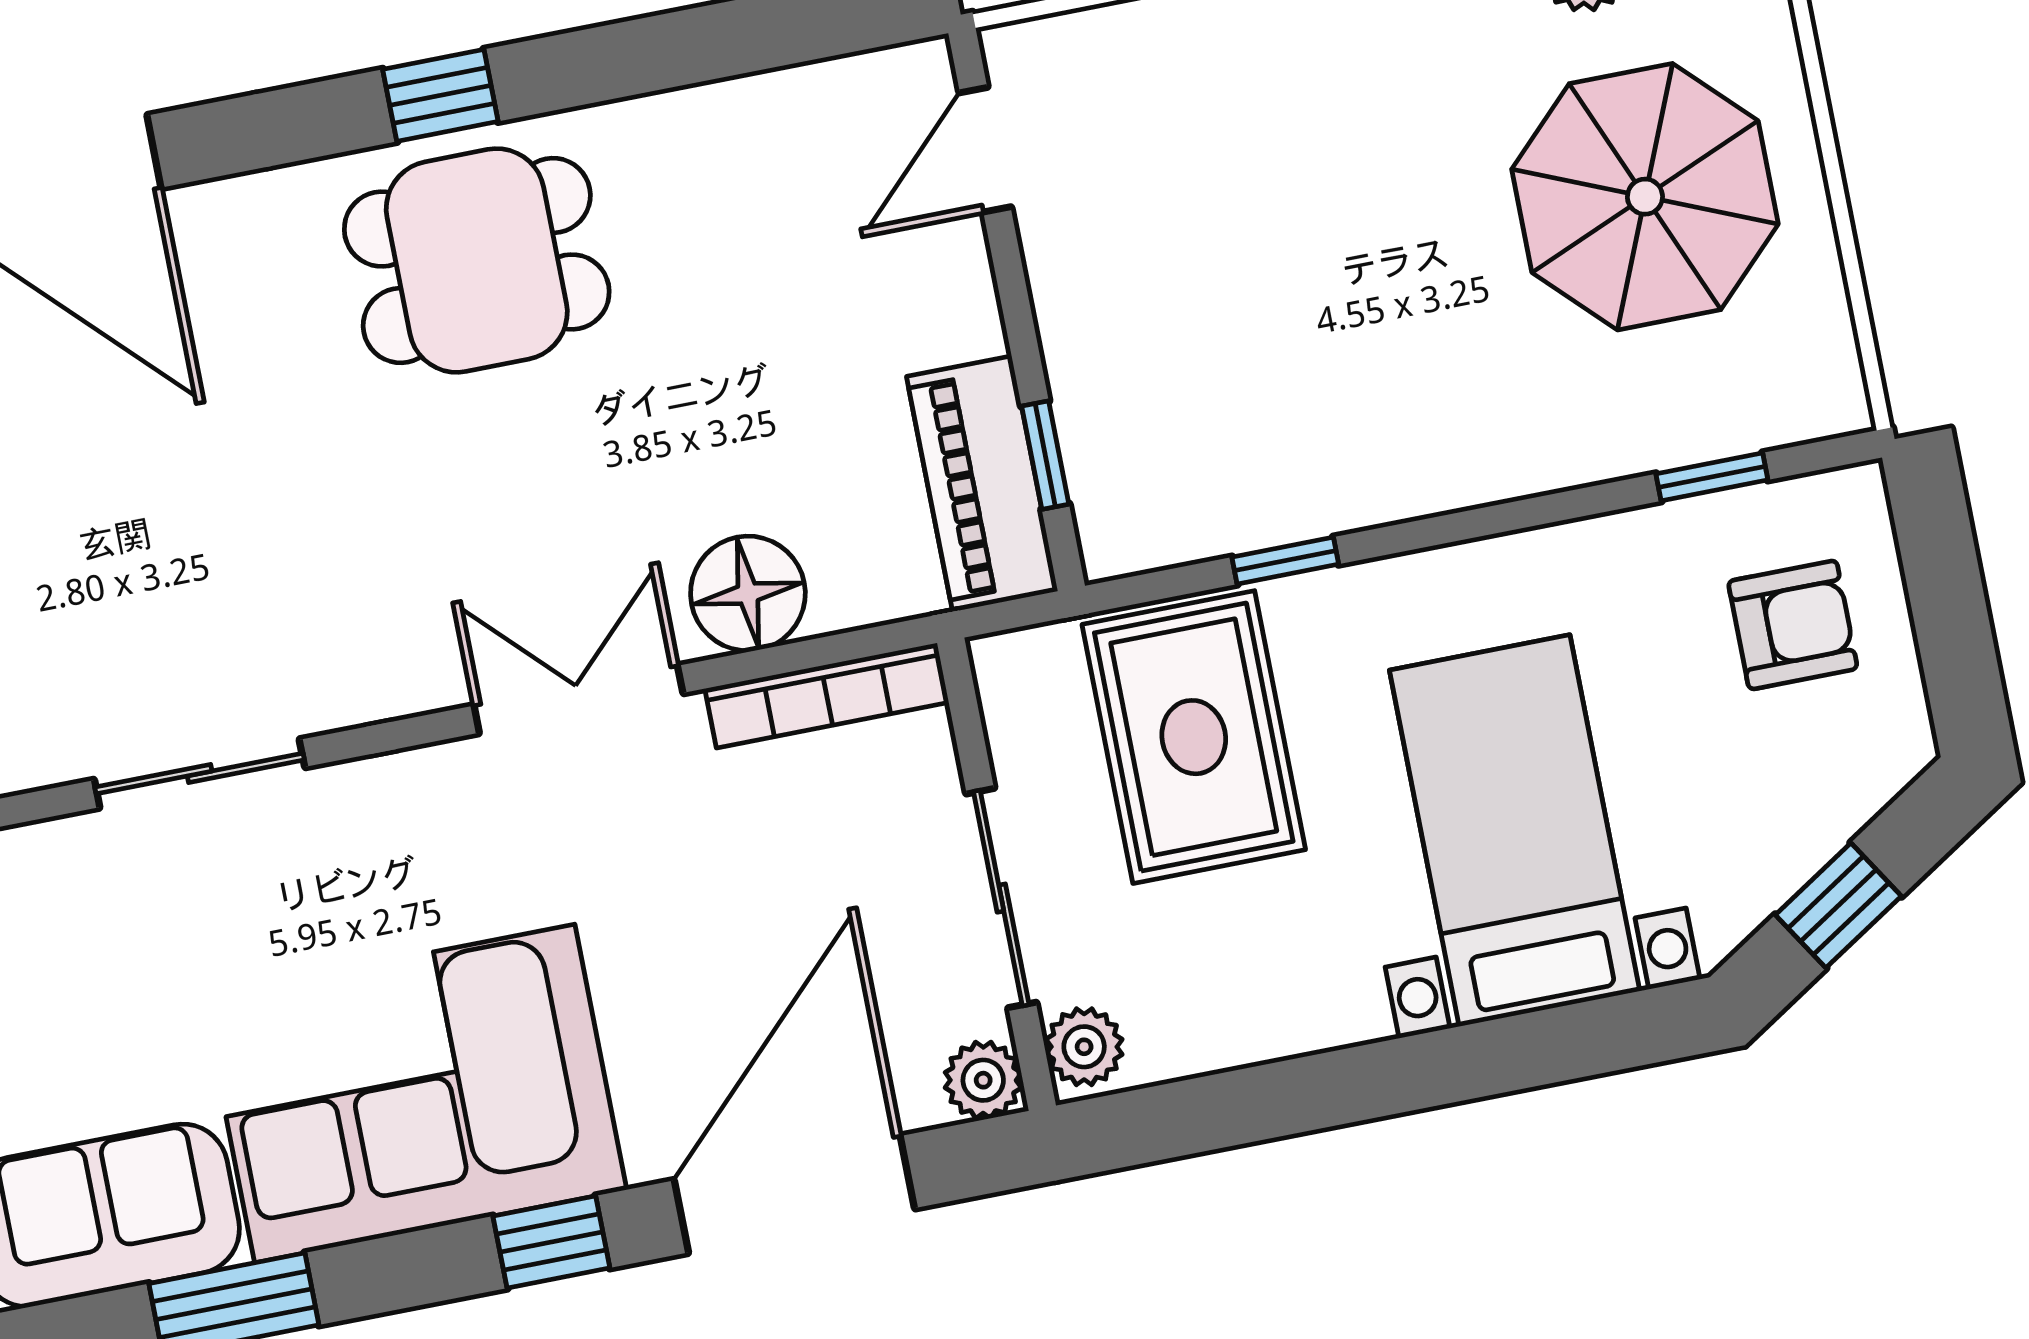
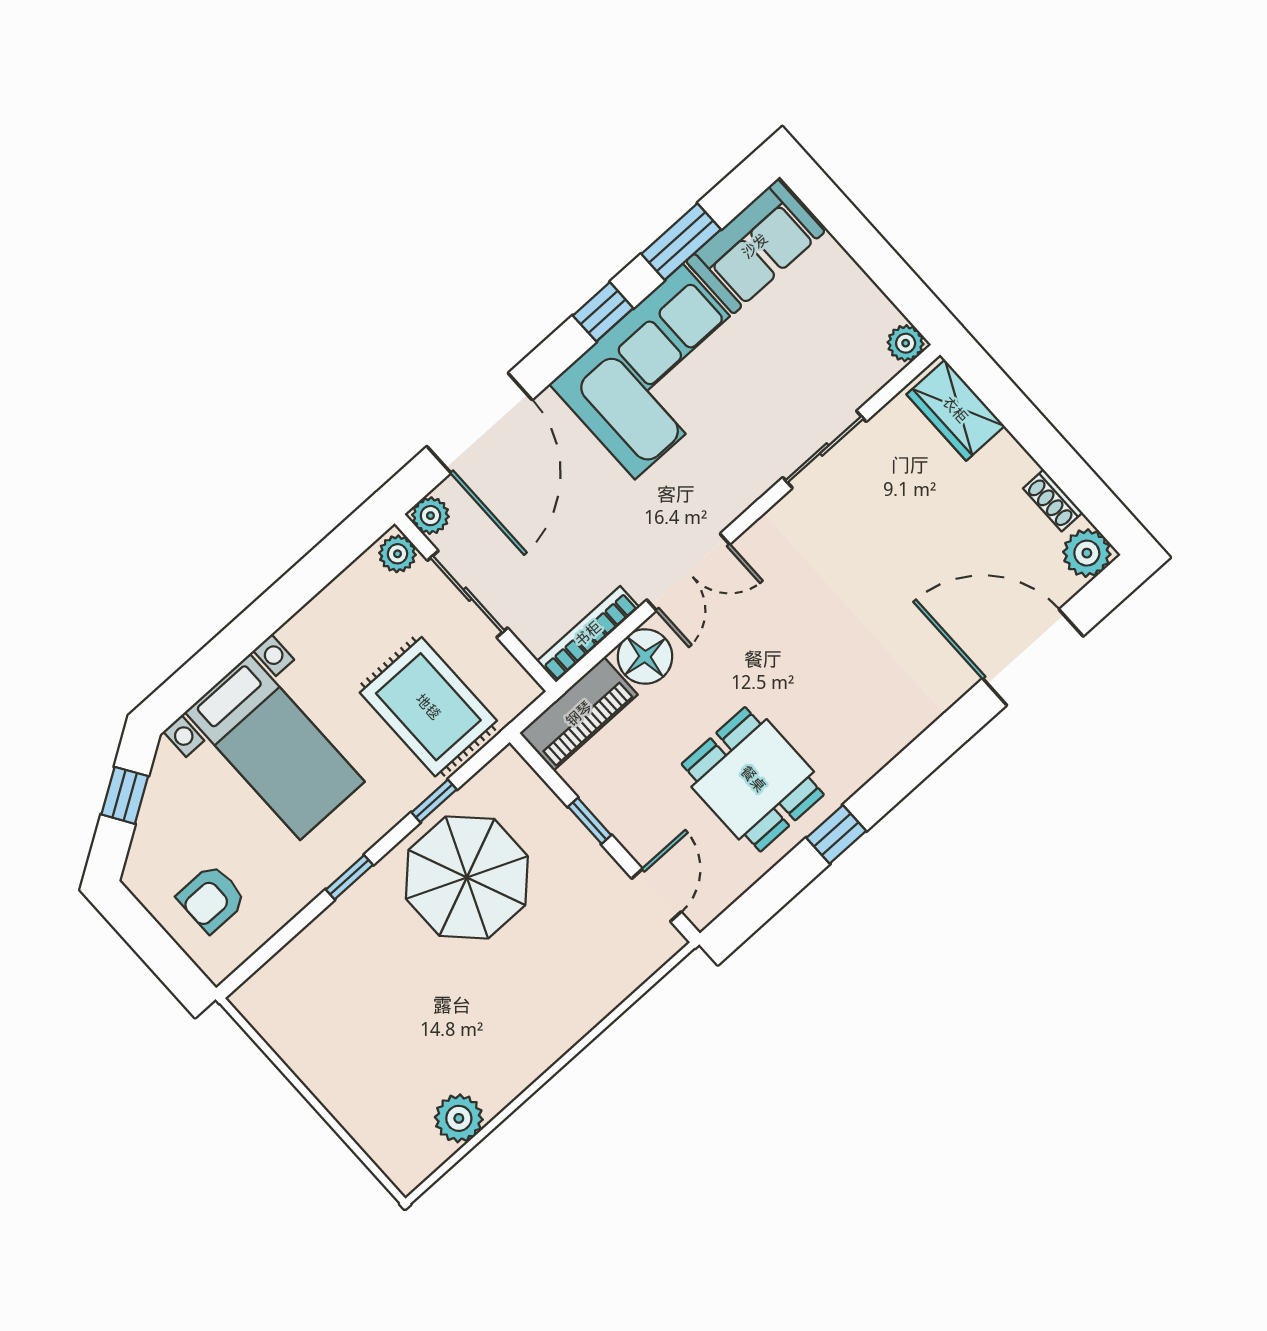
window: (440, 95) -> (836, 834), moved
parasol: (1645, 197) -> (467, 877), moved
dining table: (477, 260) -> (753, 779), moved, turned 90
window: (1045, 455) -> (590, 821), moved
window: (1712, 477) -> (349, 877), moved
piano: (982, 484) -> (579, 714), moved, turned 90
window: (551, 1242) -> (603, 312), moved

